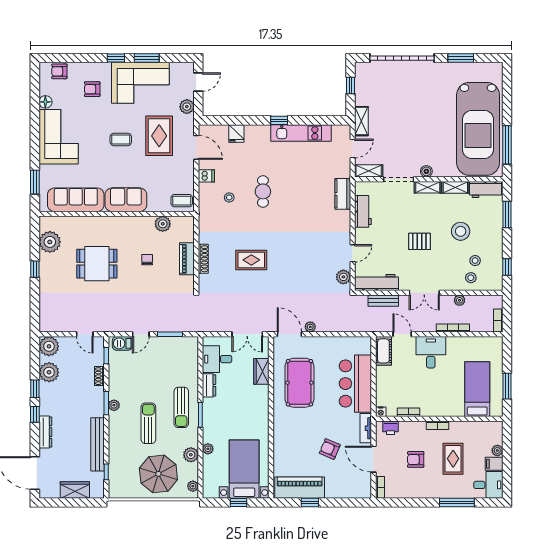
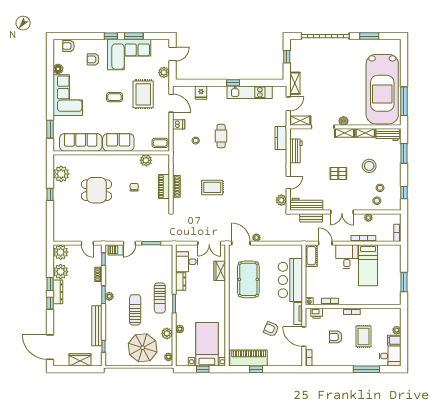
bed: (477, 389) -> (368, 265), moved, turned 180
dresser: (45, 432) -> (58, 292), moved

